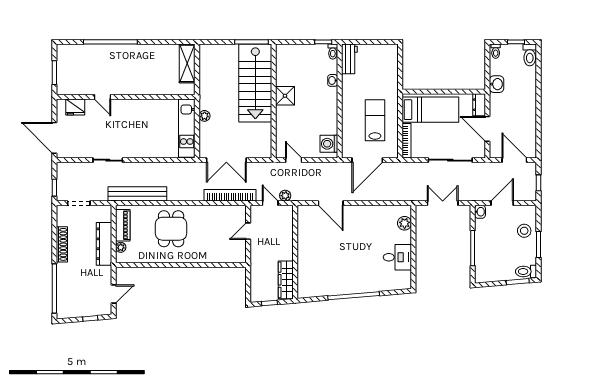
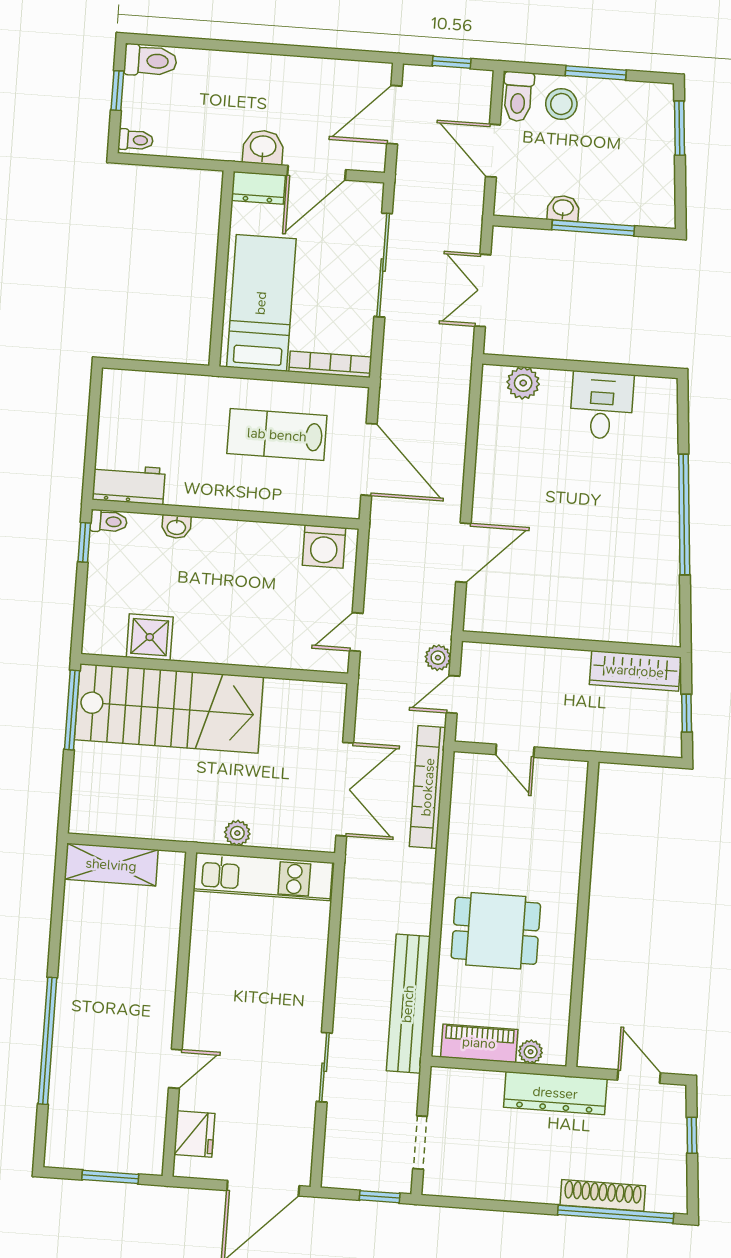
washbasin: (497, 84) -> (263, 147), moved
shower: (285, 96) -> (150, 637), moved
washbasin: (480, 212) -> (563, 208), moved
shoe rack: (62, 244) -> (603, 1195), moved
dresser: (104, 244) -> (555, 1093), moved
toilet: (526, 271) -> (518, 97), moved

